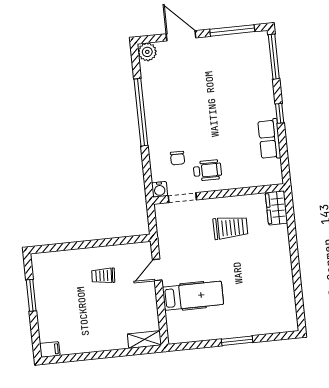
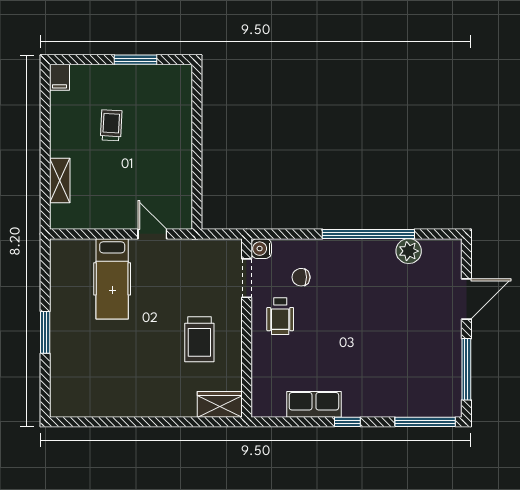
plant: (147, 52) -> (409, 251), moved
trolley: (103, 276) -> (111, 125), moved
shelving: (144, 340) -> (60, 180), moved

